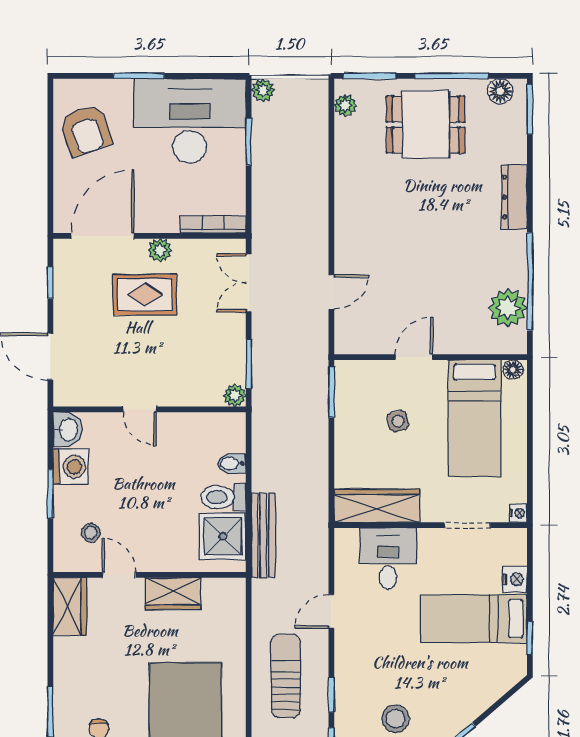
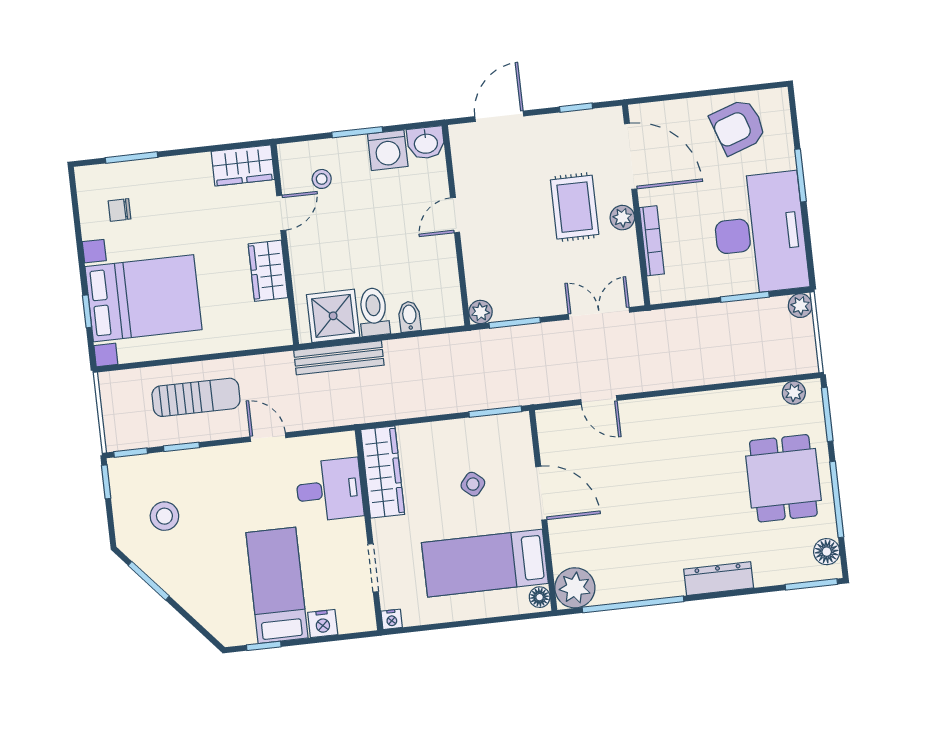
bookcase: (213, 225) -> (652, 241), moved
plant: (508, 308) -> (575, 588), moved
door: (414, 357) -> (541, 493), width x1.38
side table: (398, 421) -> (473, 484), turned -38

